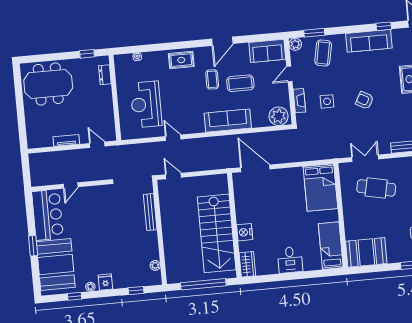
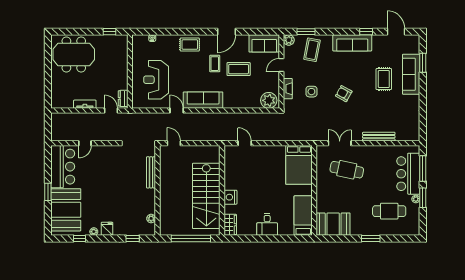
dresser: (105, 75) -> (123, 98), moved
sofa: (228, 121) -> (203, 100), moved
door: (255, 168) -> (245, 143), width x0.53

